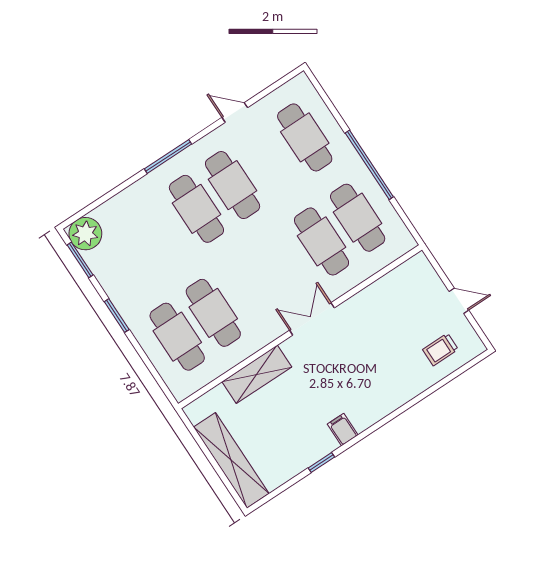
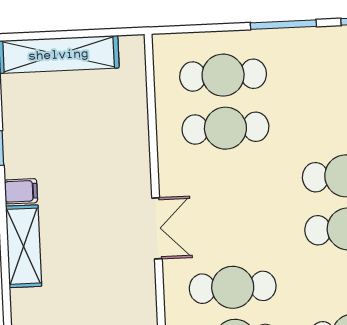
window: (117, 316) -> (283, 25), width x1.44
shelving: (257, 374) -> (24, 246), moved

